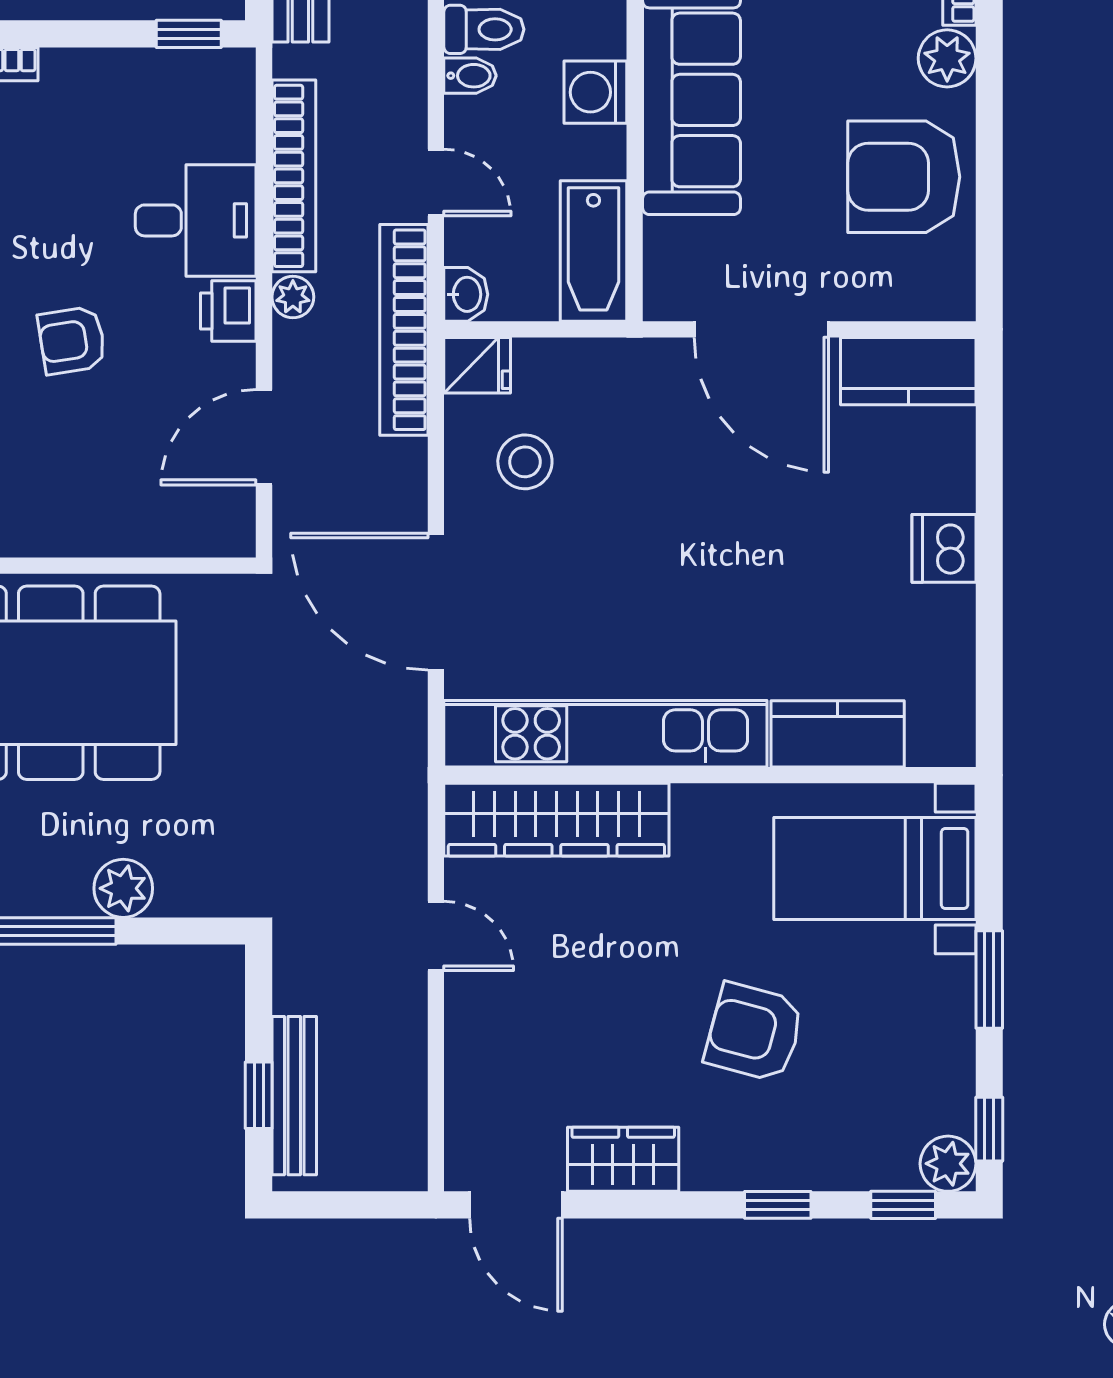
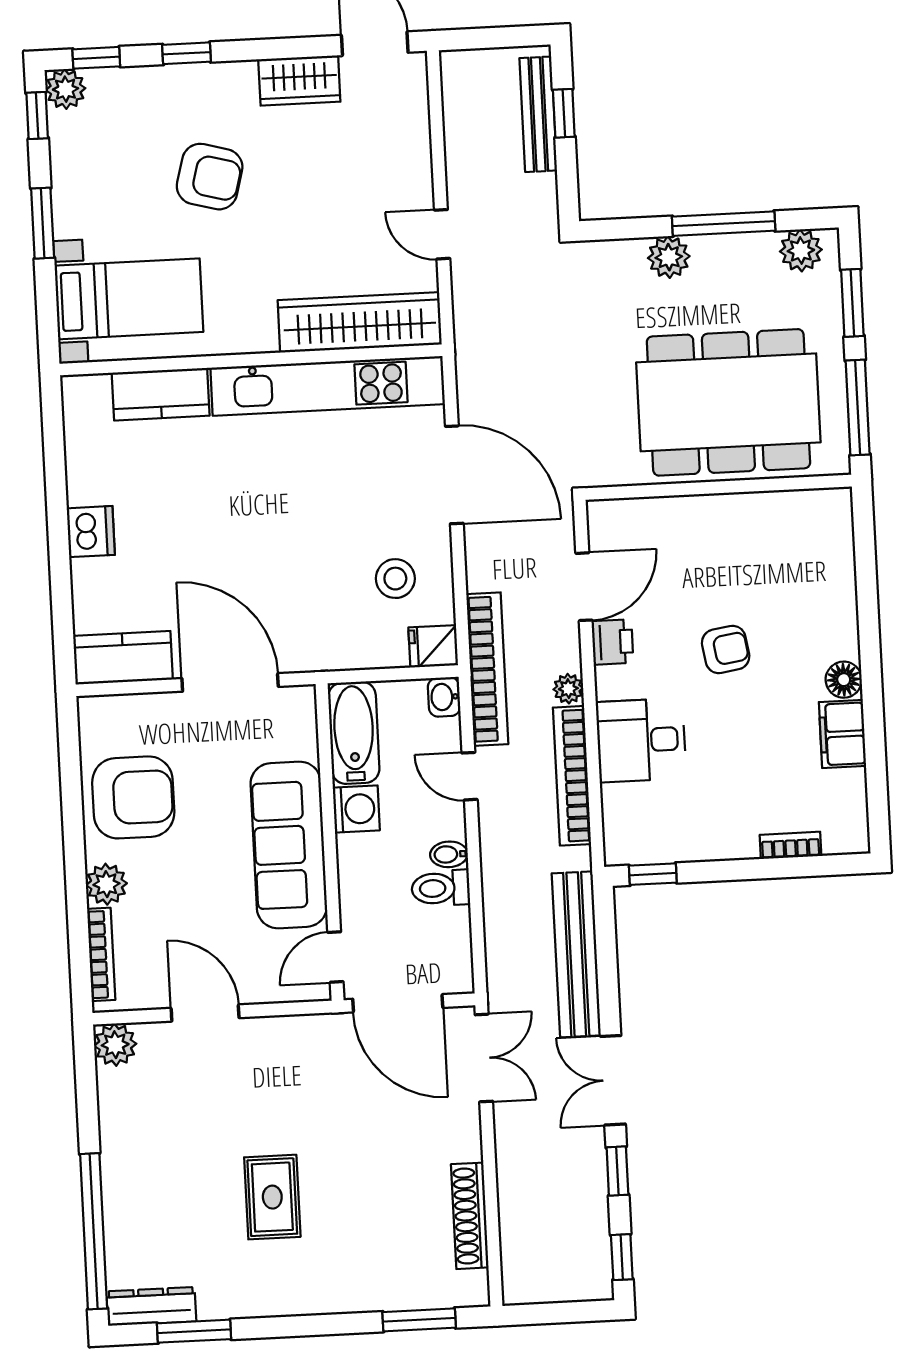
washing machine: (595, 92) -> (356, 809), moved
printer: (228, 311) -> (612, 642), moved

